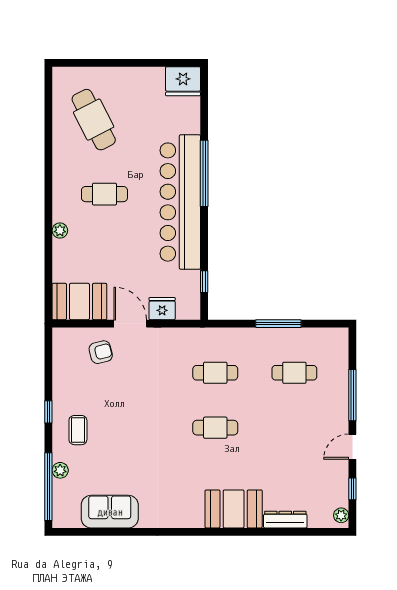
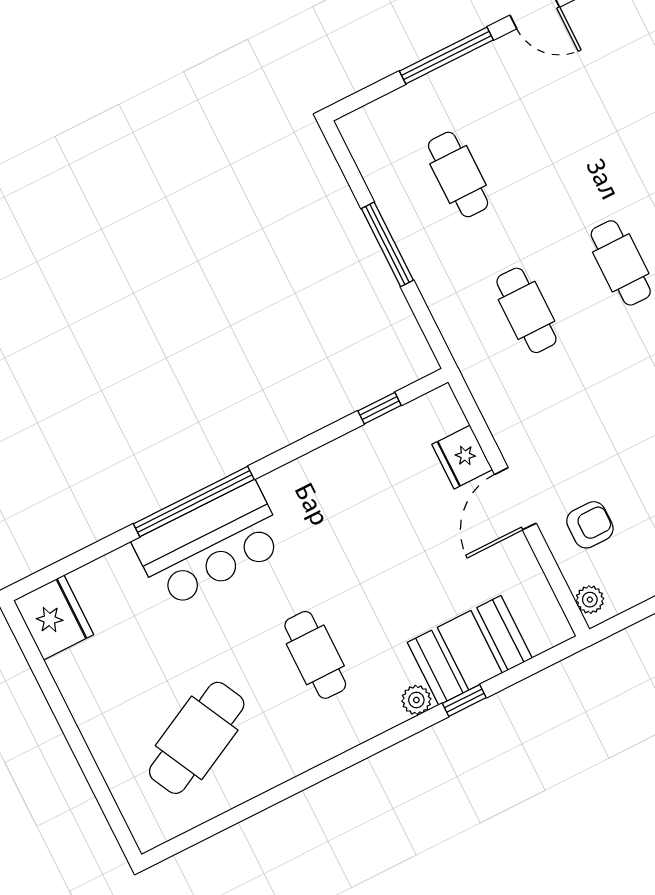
bar counter: (180, 202) -> (210, 545), width x0.54
window: (48, 253) -> (464, 701), added
booth: (79, 302) -> (470, 650), moved, turned 90
plant: (66, 335) -> (590, 600), added
armchair: (101, 352) -> (590, 525), turned 104

